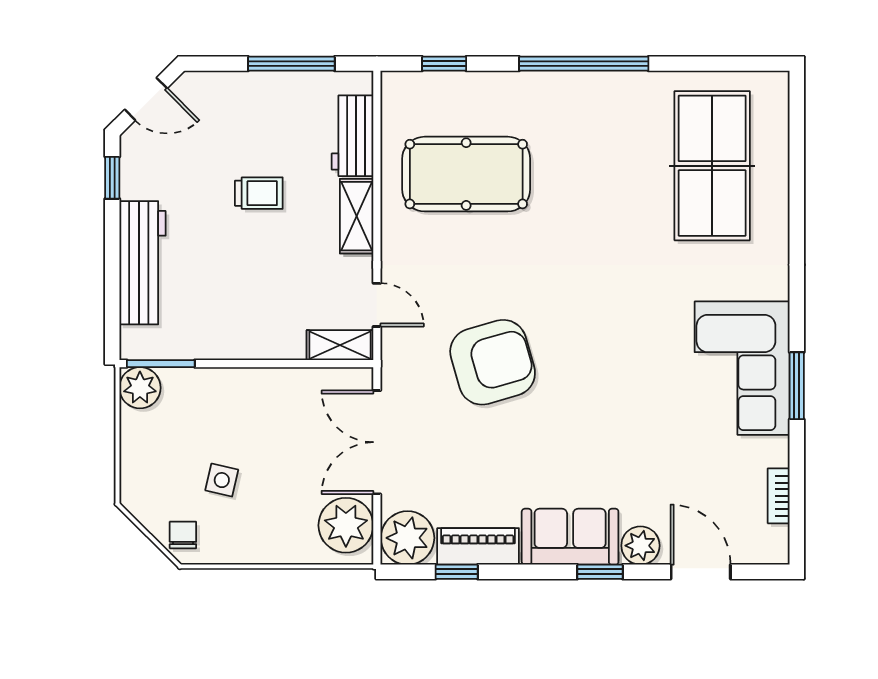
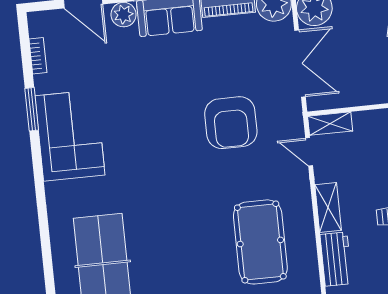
pool table: (466, 174) -> (260, 242), turned 90
armchair: (493, 362) -> (231, 123), turned -74
window: (797, 386) -> (32, 109), moved

